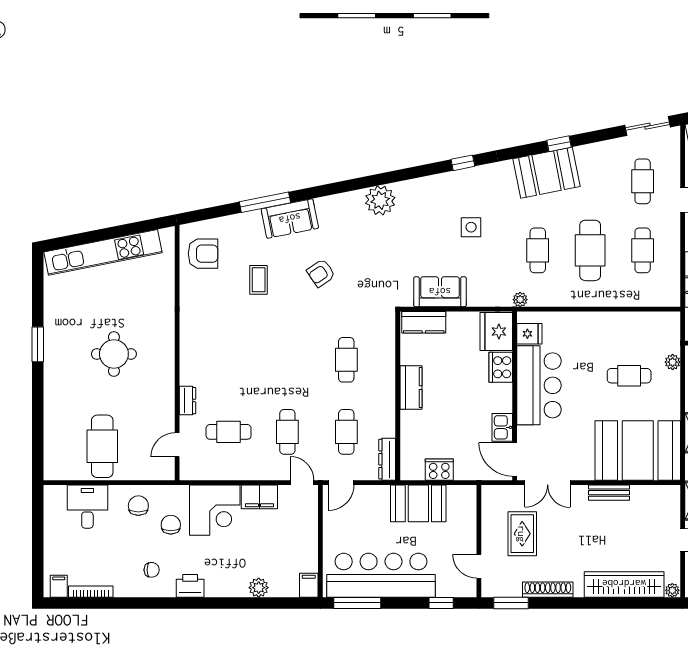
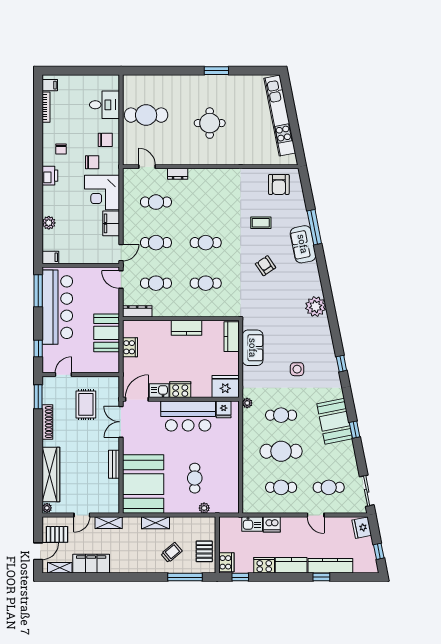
cafe table: (287, 360) -> (206, 243), added
cooker: (501, 367) -> (180, 390), moved
cafe table: (229, 432) -> (156, 202), turned 90
rug: (522, 534) -> (86, 404), turned 90

